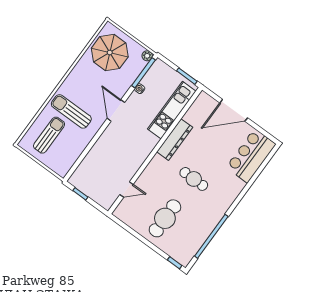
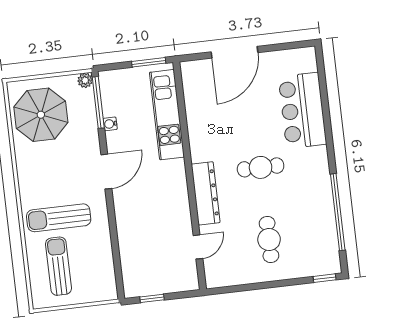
door: (116, 110) -> (106, 172), swing flipped
dresser: (175, 140) -> (206, 193), moved
bar counter: (251, 156) -> (302, 110), moved
cafe table: (165, 218) -> (269, 240), width x0.73, depth x0.74

